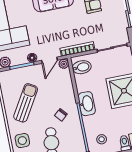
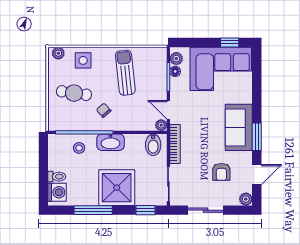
floor lamp: (32, 58) -> (175, 71), moved
sun lounger: (26, 103) -> (125, 73), turned -127
stool: (102, 139) -> (79, 148), moved

